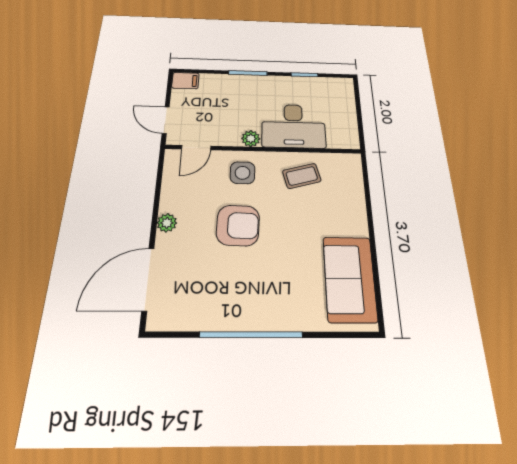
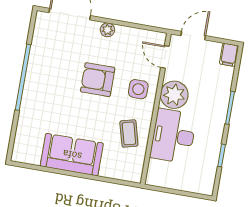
plant: (251, 139) -> (174, 95), width x1.87, depth x1.87
armchair: (238, 225) -> (98, 80), turned 88
sofa: (350, 279) -> (72, 155), moved

